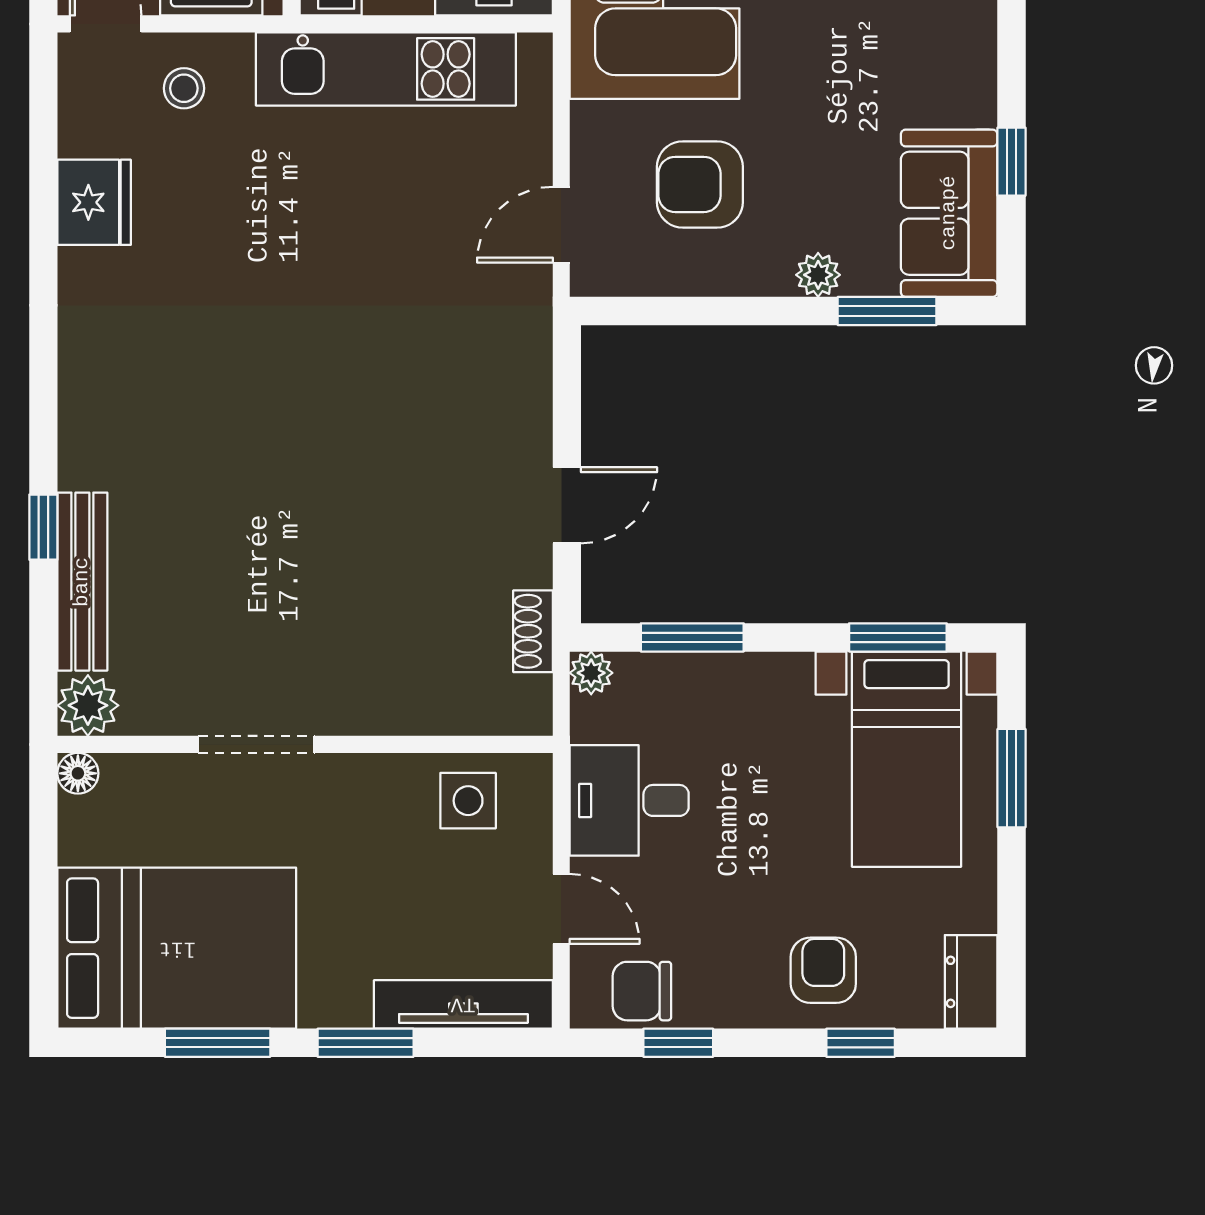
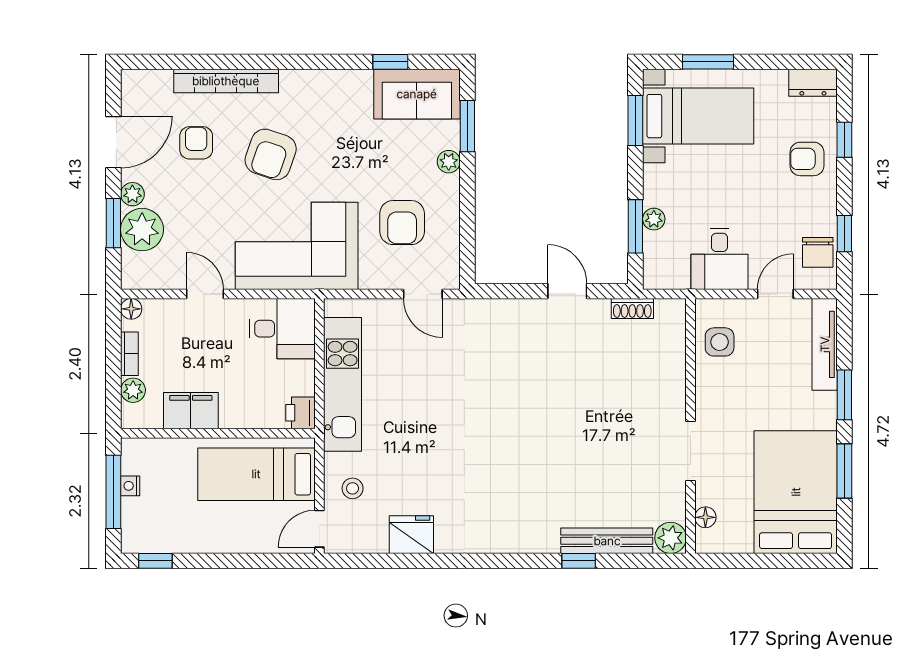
plant: (591, 673) -> (654, 219), moved
floor lamp: (78, 773) -> (705, 517), moved

